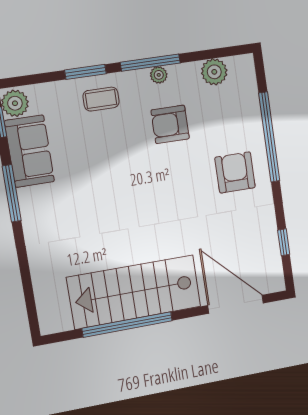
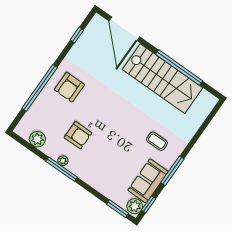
window: (85, 72) -> (118, 209), moved
coffee table: (101, 99) -> (157, 141), moved

